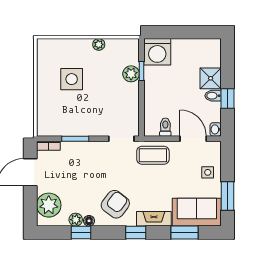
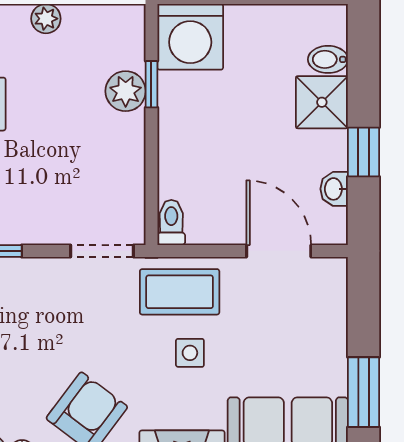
bidet: (213, 96) -> (328, 59), moved
toilet: (165, 127) -> (171, 222), moved
washbasin: (216, 129) -> (334, 189), moved
side table: (208, 172) -> (190, 353), moved

